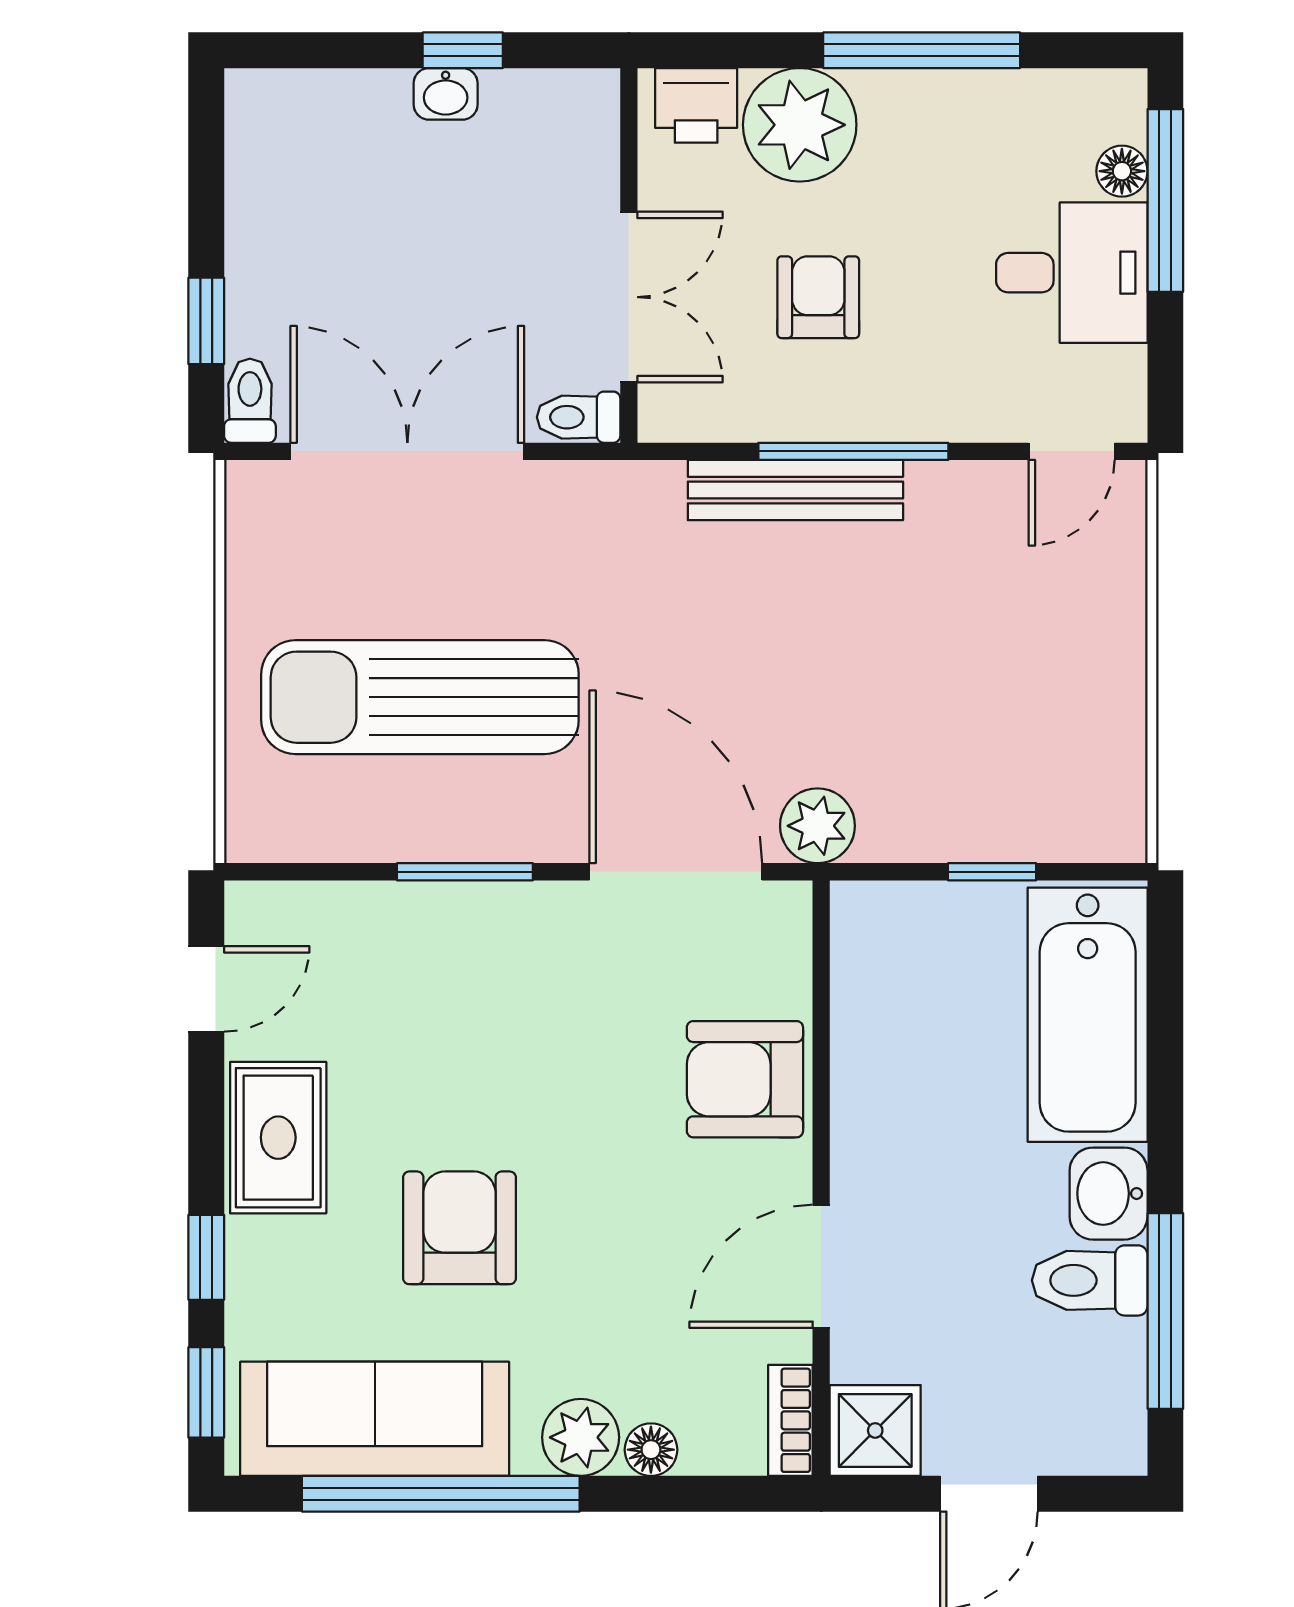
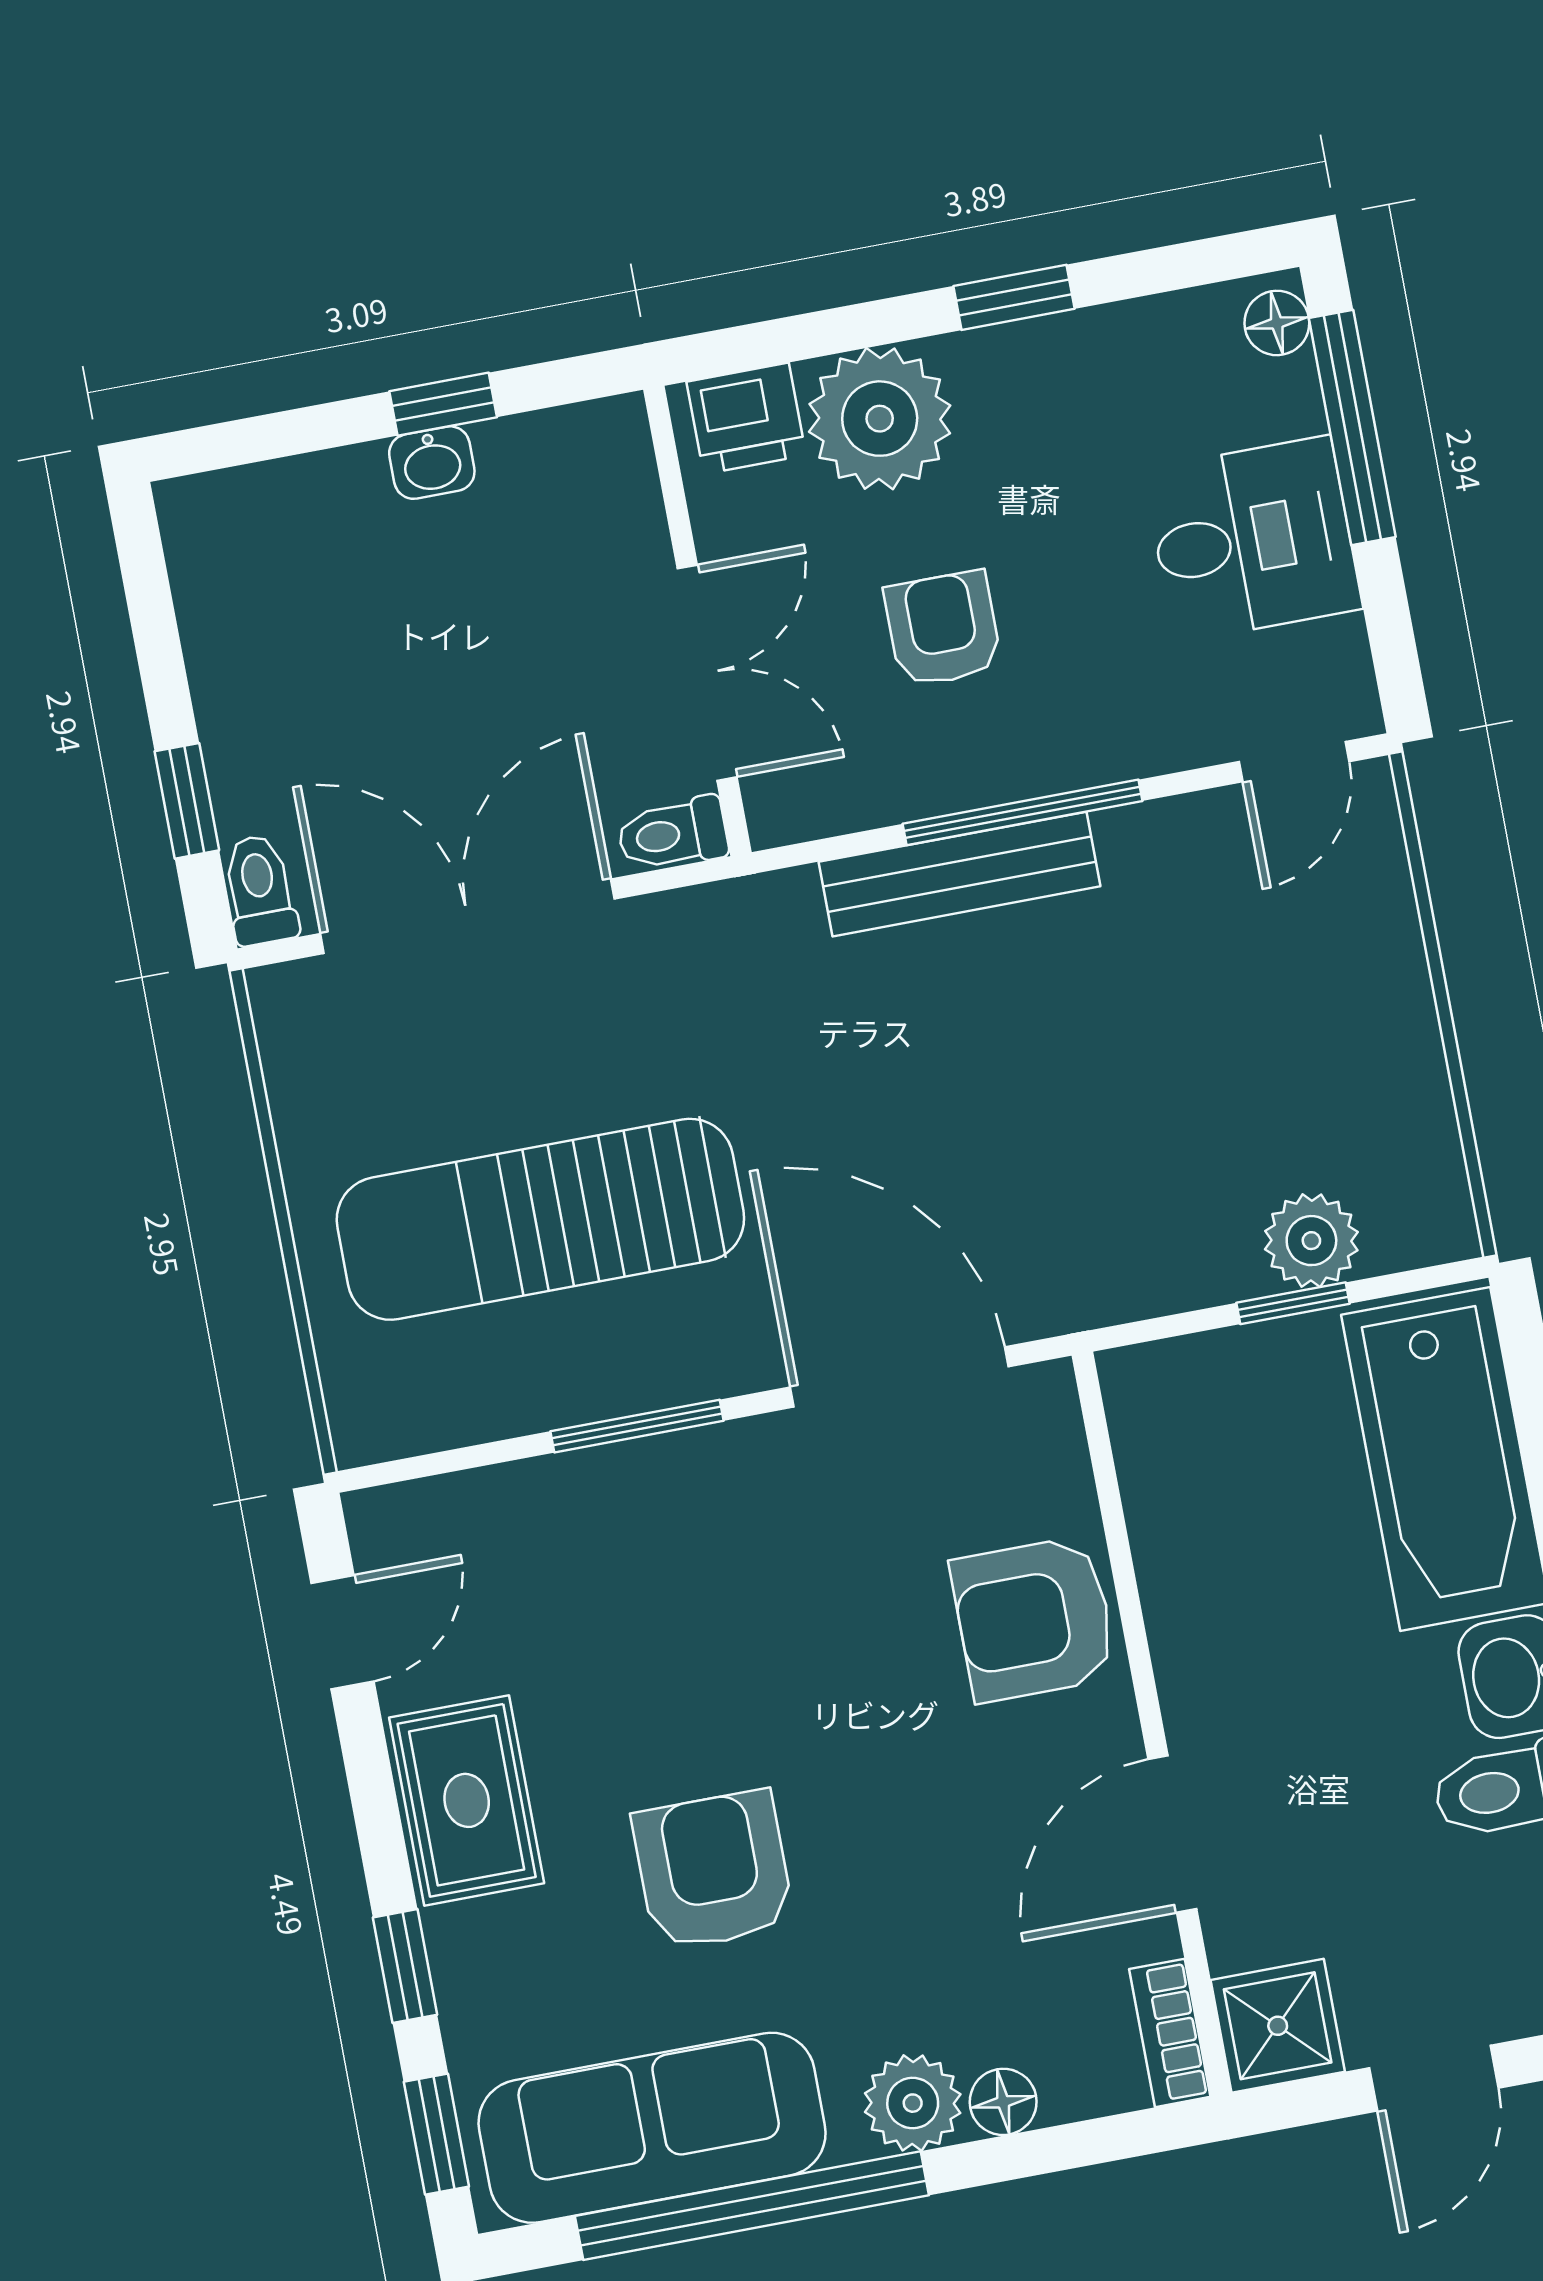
window: (922, 50) -> (1014, 297), width x0.46
floor lamp: (1122, 171) -> (1277, 323), moved
plant: (817, 826) -> (1311, 1241), moved

